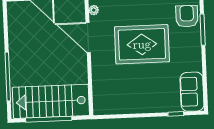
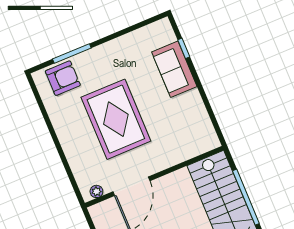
armchair: (187, 16) -> (63, 78), turned 180
sofa: (192, 92) -> (174, 69), moved, turned 90

